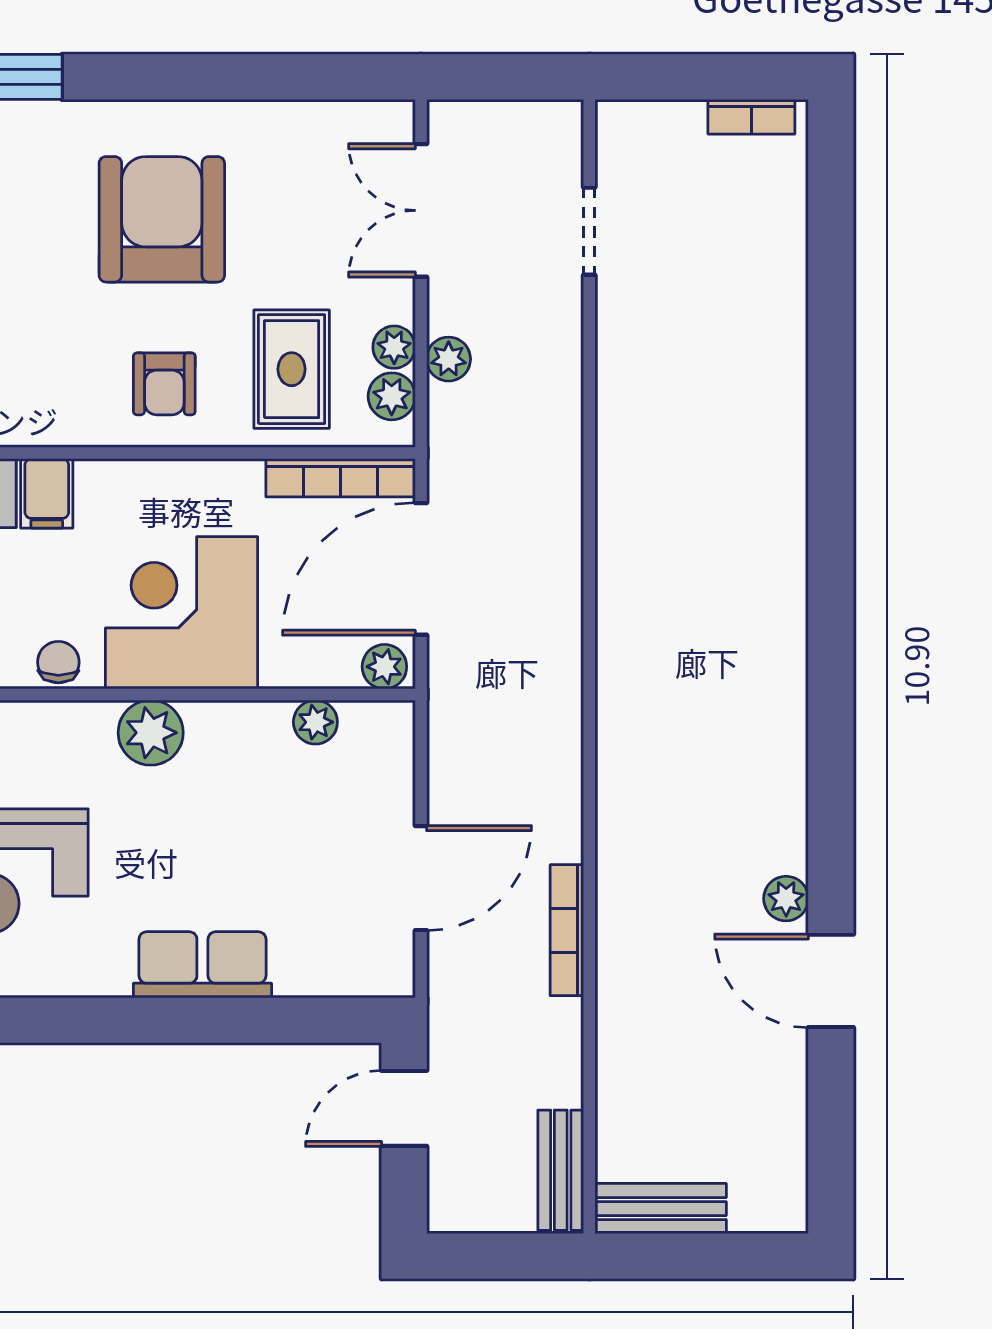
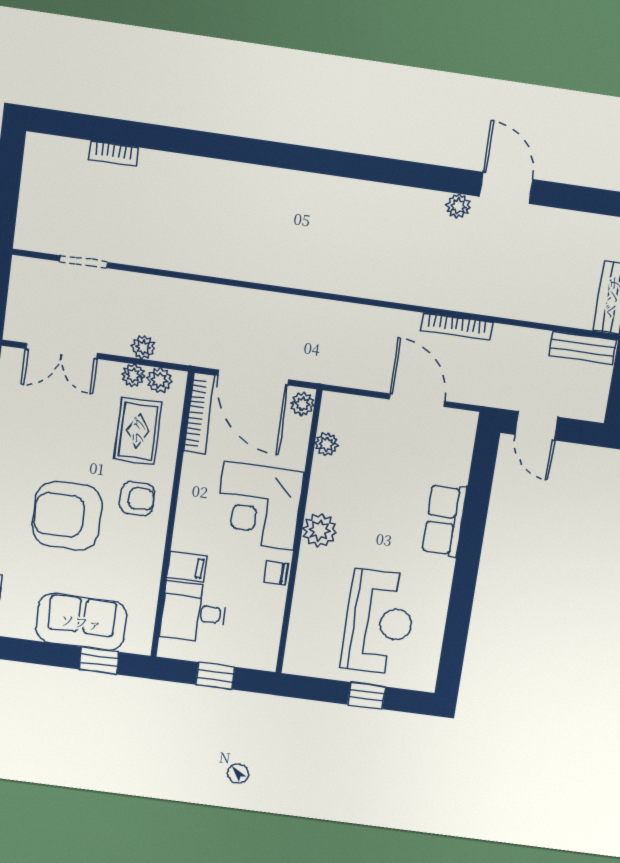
bookcase: (751, 117) -> (113, 154), moved, turned 90
armchair: (162, 219) -> (67, 516), moved
rug: (292, 369) -> (138, 431), turned 90
door: (831, 981) -> (506, 188), swing flipped

